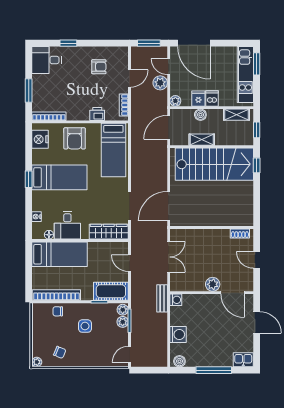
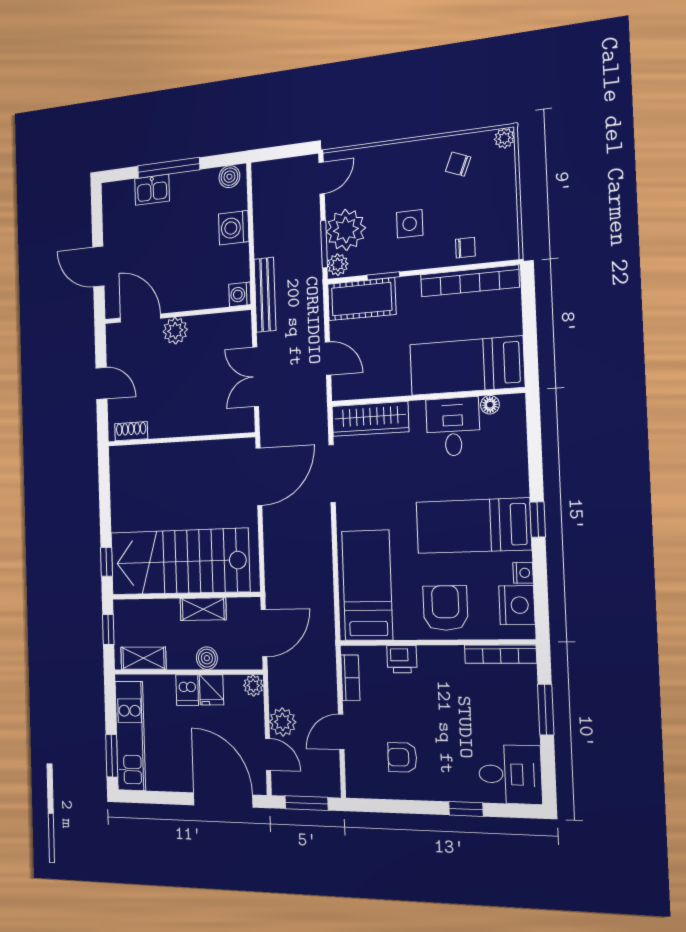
nightstand: (36, 217) -> (523, 573), moved
bench: (162, 298) -> (265, 295), width x1.36
plant: (123, 322) -> (346, 230), width x1.88, depth x1.88
kitchen sink: (243, 360) -> (152, 190), moved

